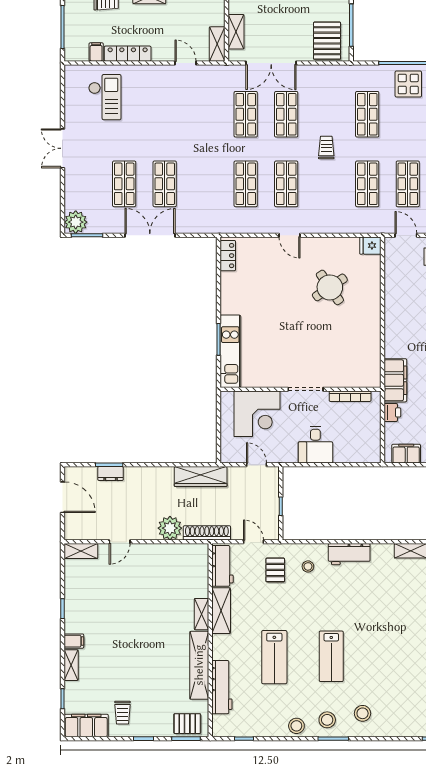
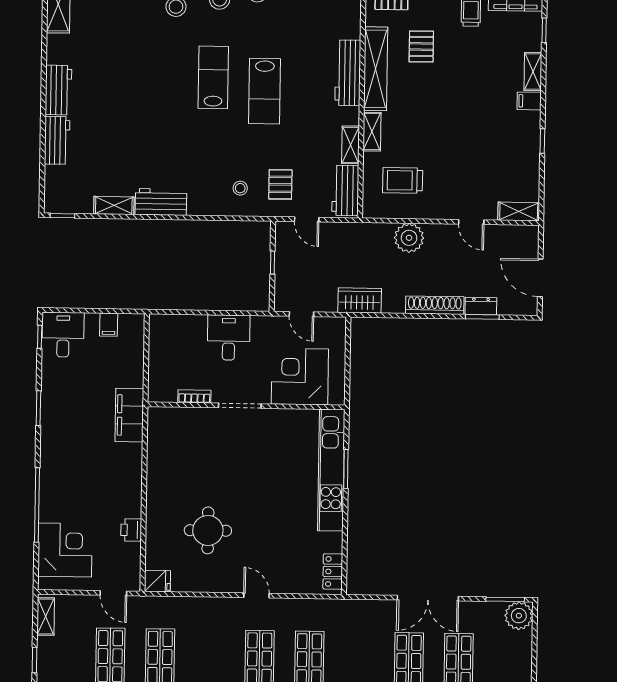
round table: (330, 287) -> (208, 530), turned 34
kitchen unit: (230, 351) -> (331, 470), width x1.36
bookcase: (350, 396) -> (194, 397), width x0.64
printer: (392, 412) -> (131, 530), moved
filing cabinet: (406, 454) -> (109, 325), width x0.50
wardrobe: (201, 477) -> (360, 300), width x0.67
shoe rack: (207, 533) -> (435, 305), moved, turned 180
door: (120, 542) -> (471, 222), swing flipped
workbench: (349, 554) -> (161, 202), moved
trolley: (176, 575) -> (403, 180), added
shelving: (221, 611) -> (350, 145), width x0.67, depth x0.75
lab bench: (274, 657) -> (265, 91), moved, turned 180
pallet: (162, 684) -> (421, 46), added
workbench: (222, 687) -> (348, 73), moved

